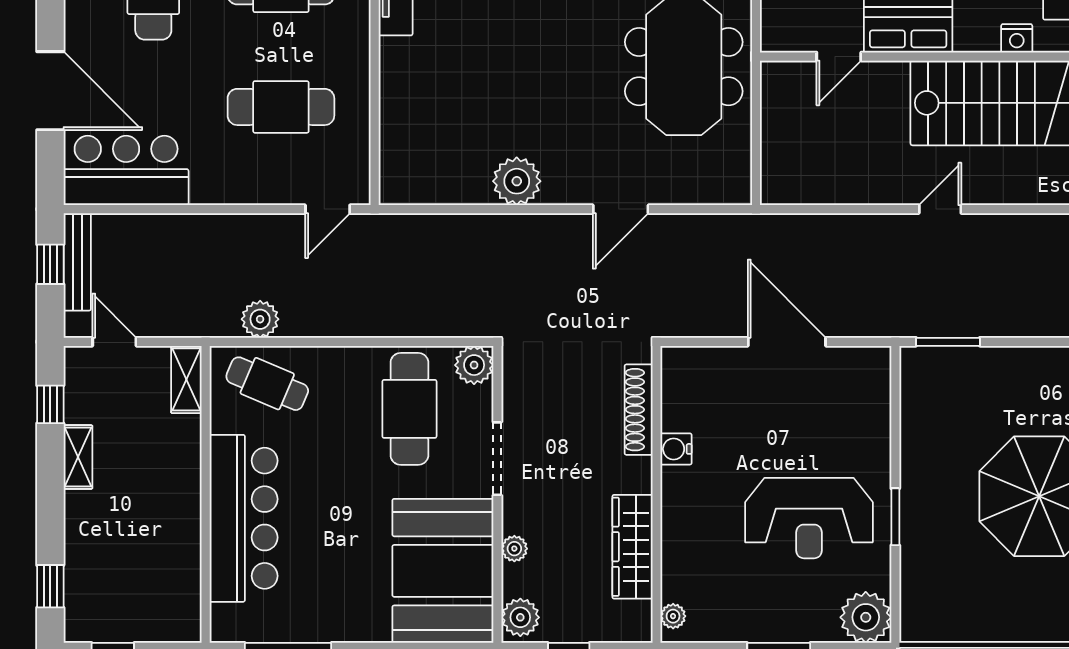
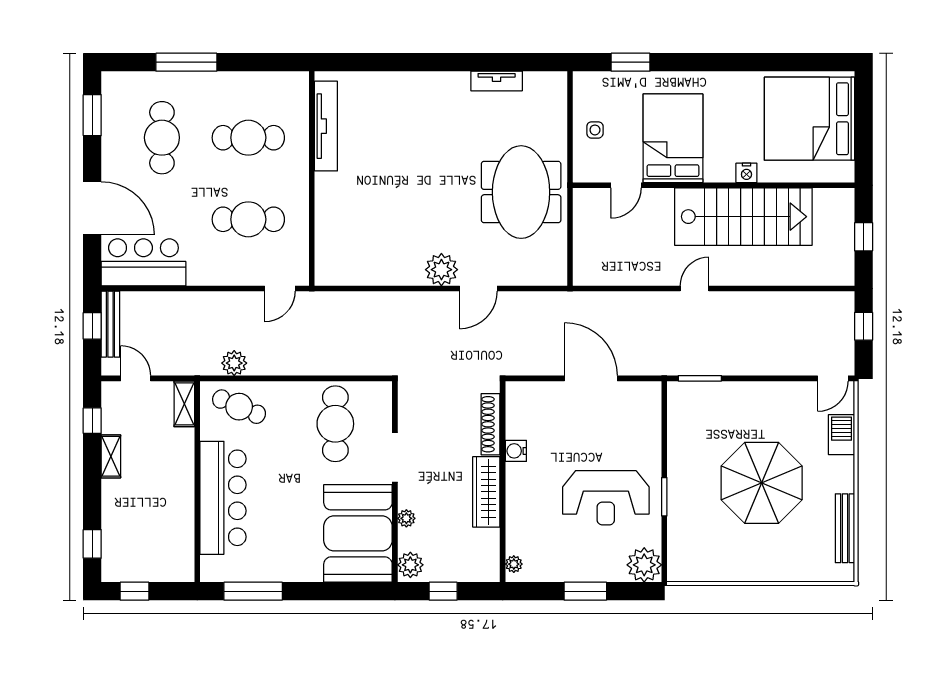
plant: (517, 181) -> (441, 270), moved
plant: (474, 365) -> (379, 394), removed
wardrobe: (632, 547) -> (486, 492), moved

